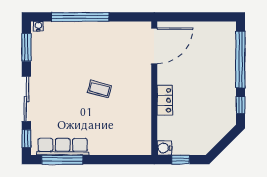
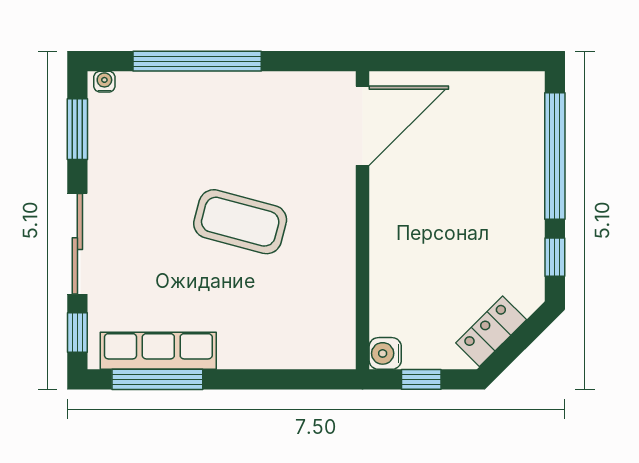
coffee table: (99, 89) -> (240, 222), width x1.86, depth x1.72
locker: (165, 100) -> (491, 331), moved, turned -135

